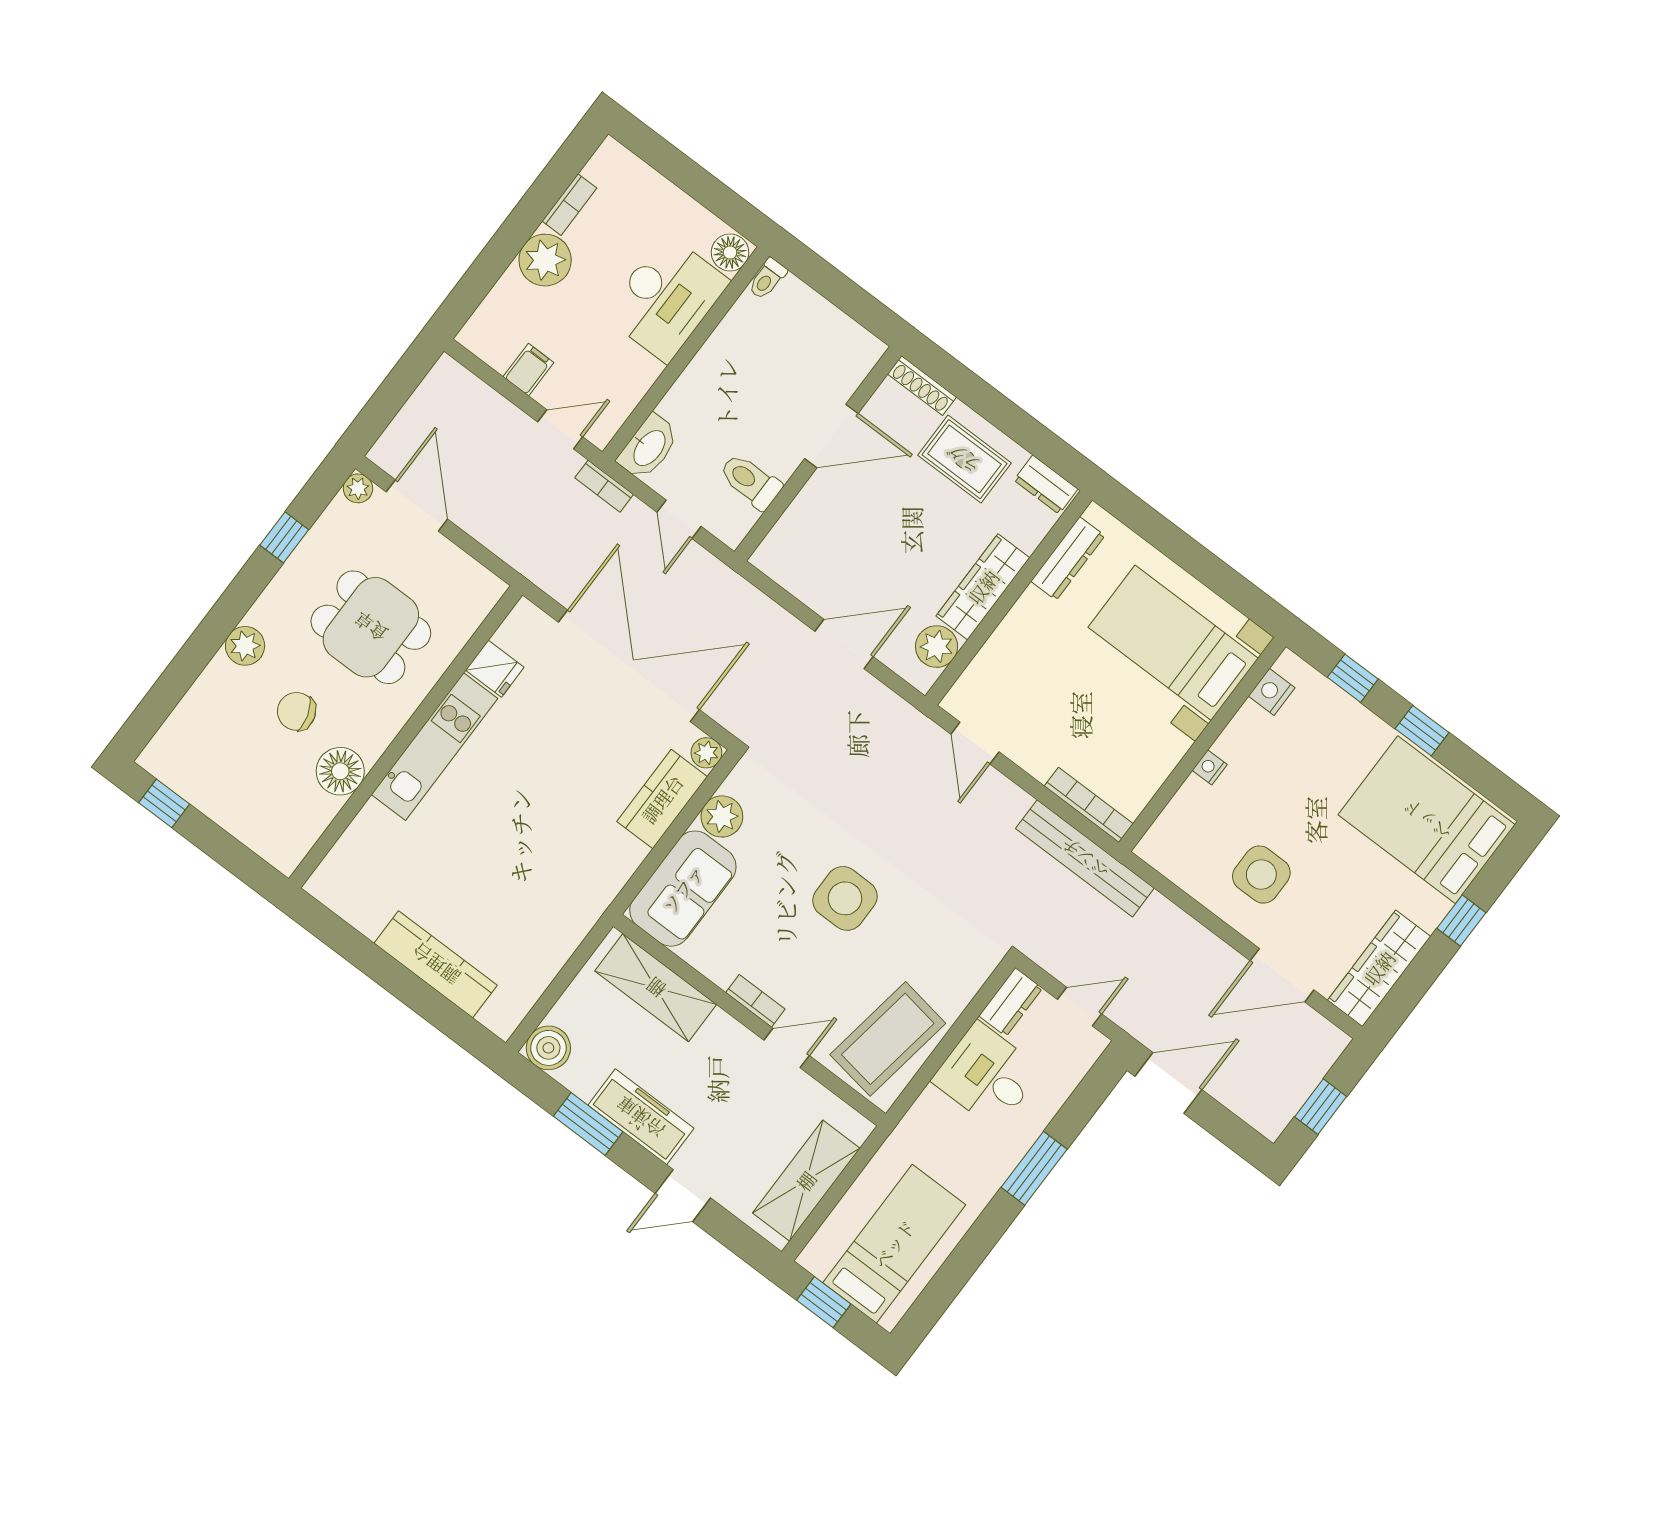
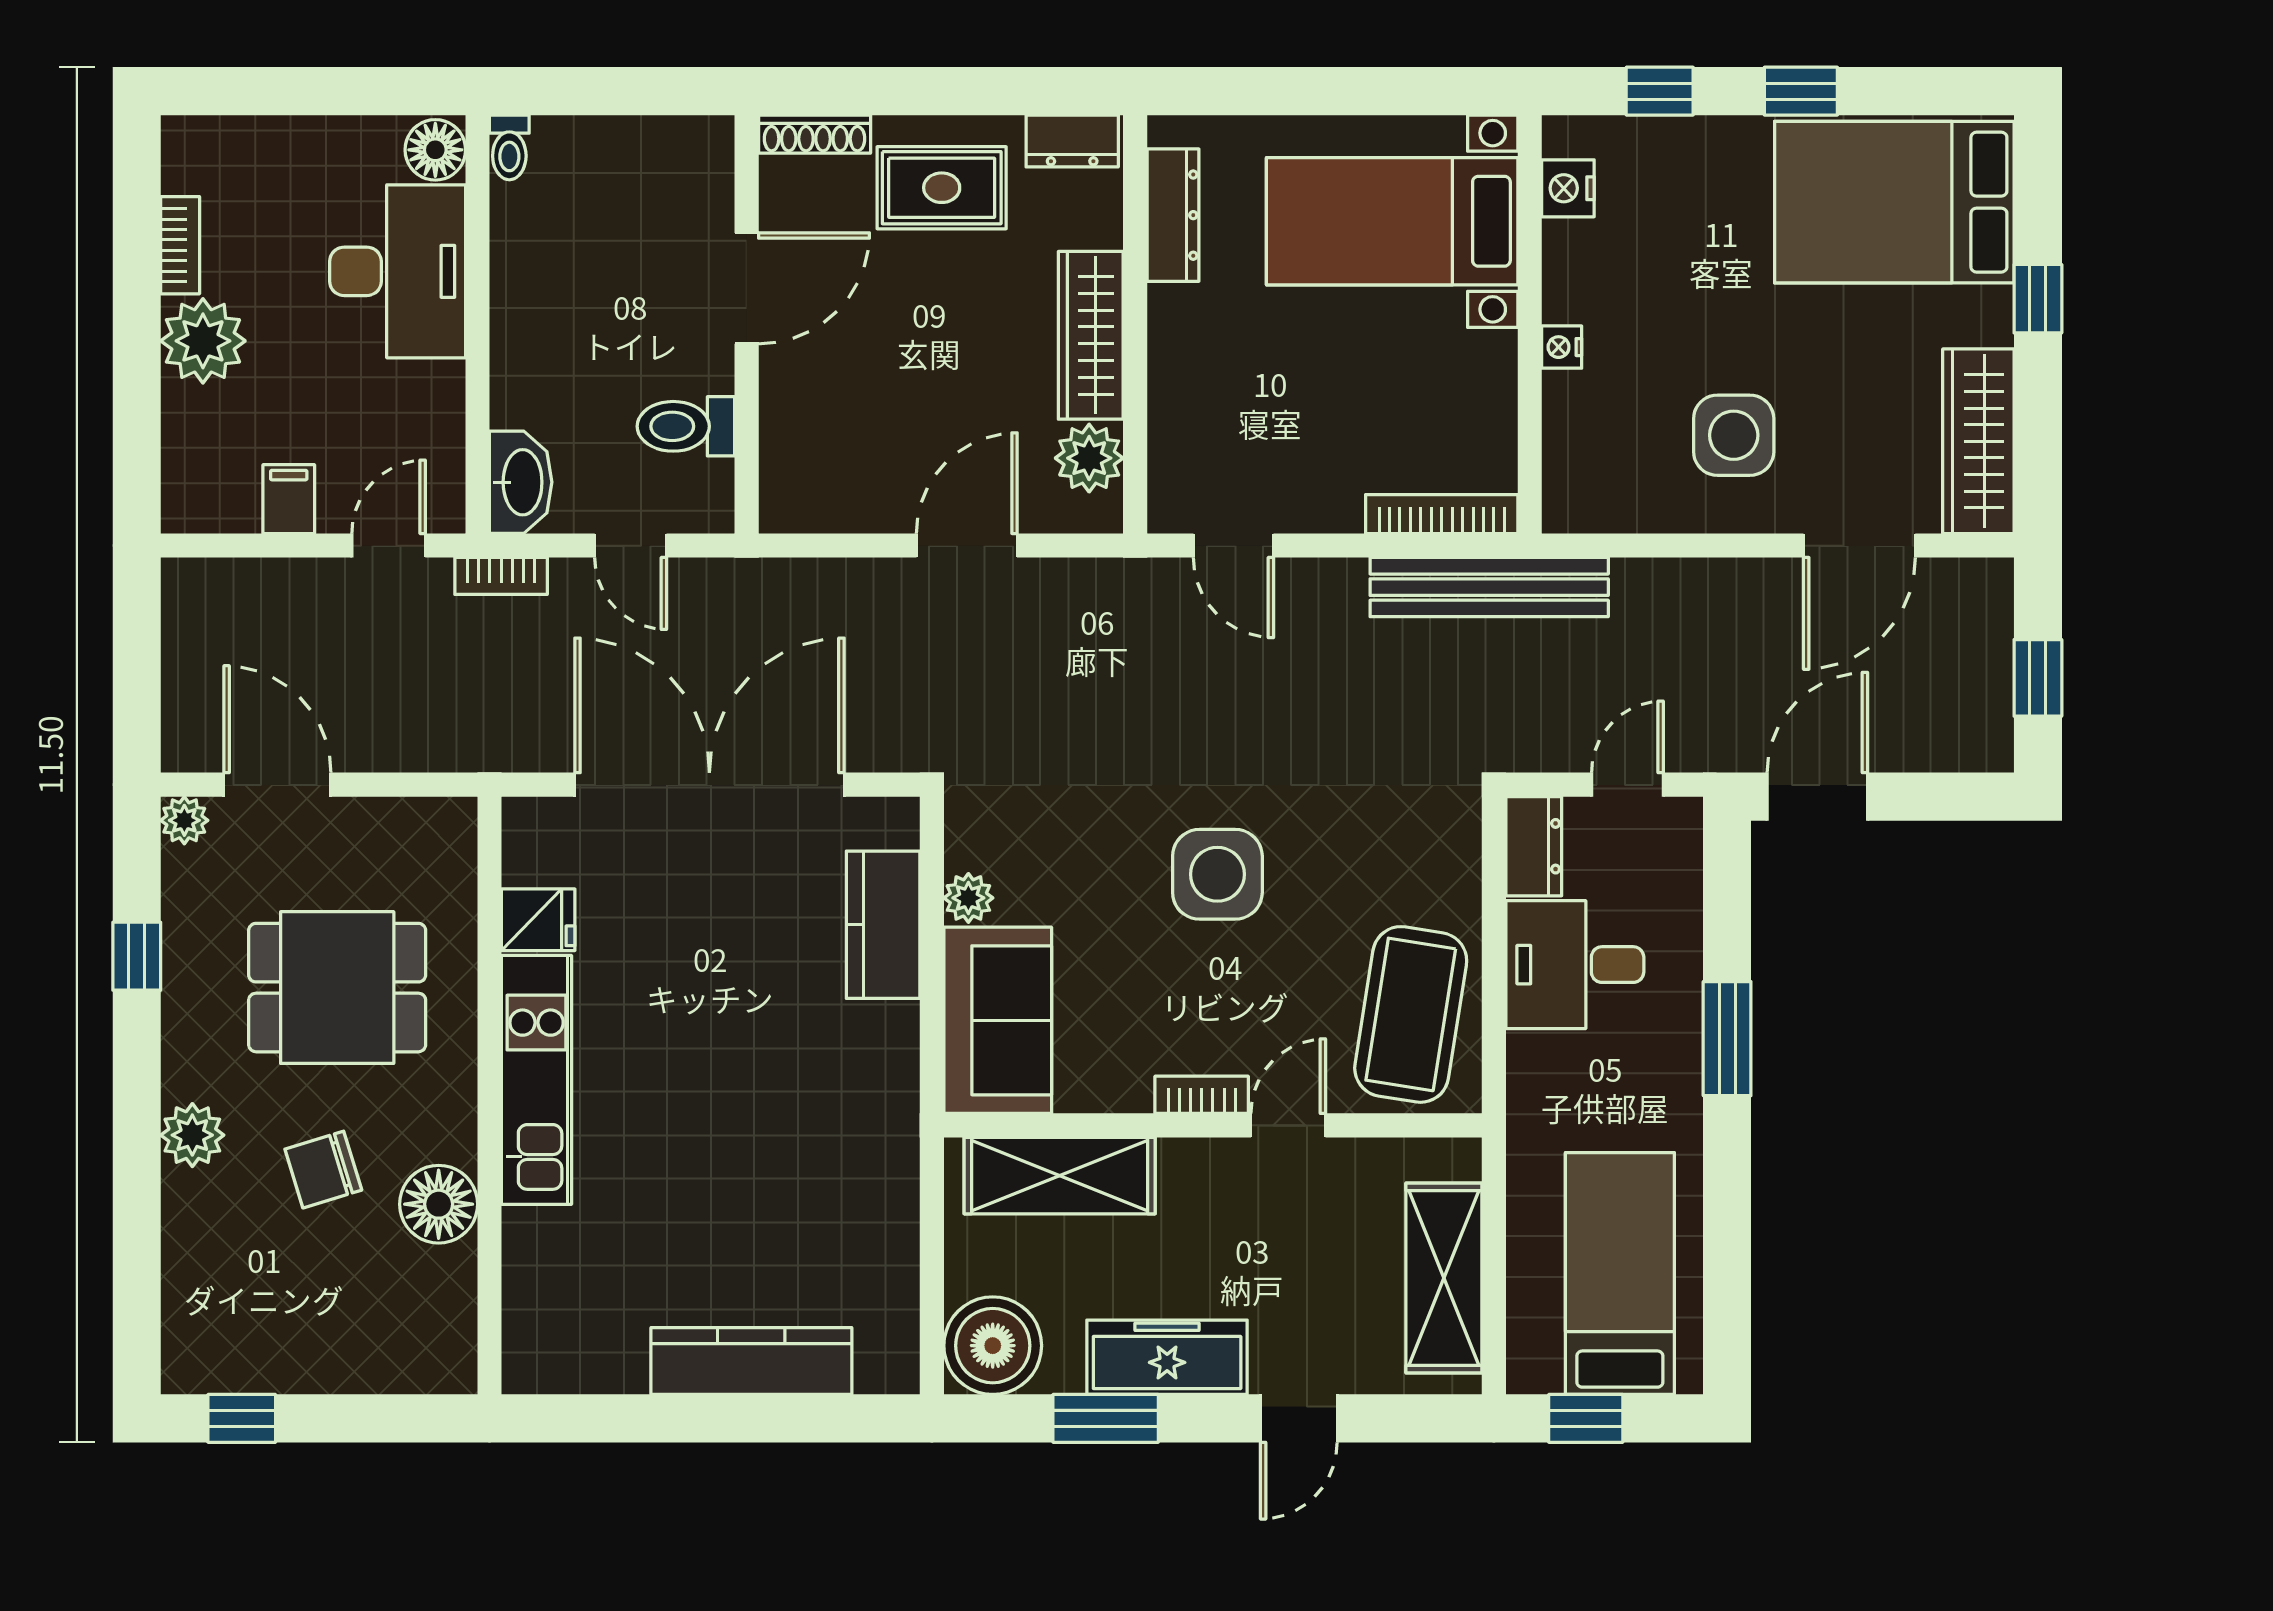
plant: (706, 753) -> (895, 821), removed
plant: (722, 816) -> (968, 898), width x0.73, depth x0.73
boiler: (548, 1048) -> (993, 1346), width x1.37, depth x1.37

